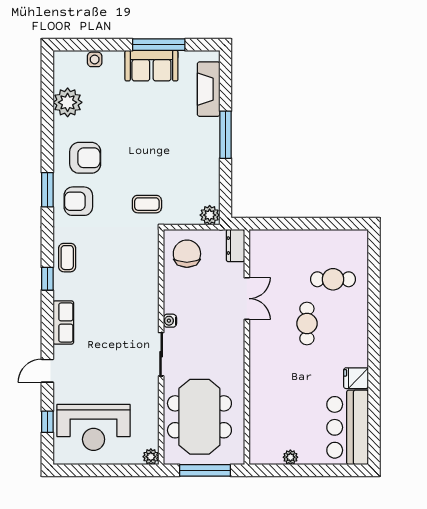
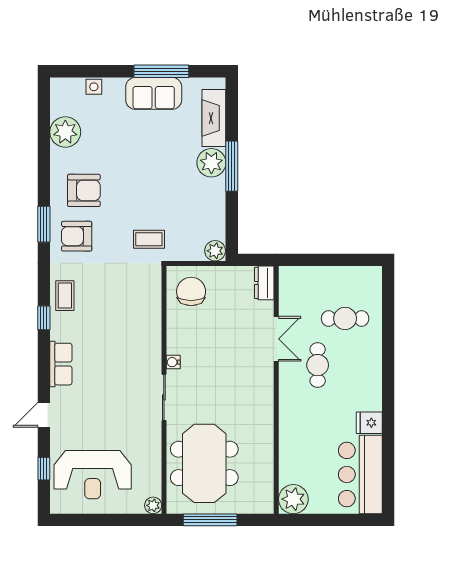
plant: (206, 131) -> (211, 163), added
dresser: (235, 246) -> (264, 283), moved
double door: (247, 299) -> (276, 339), moved
wall: (247, 347) -> (276, 390), moved
plant: (290, 457) -> (293, 499), width x1.87, depth x1.87

